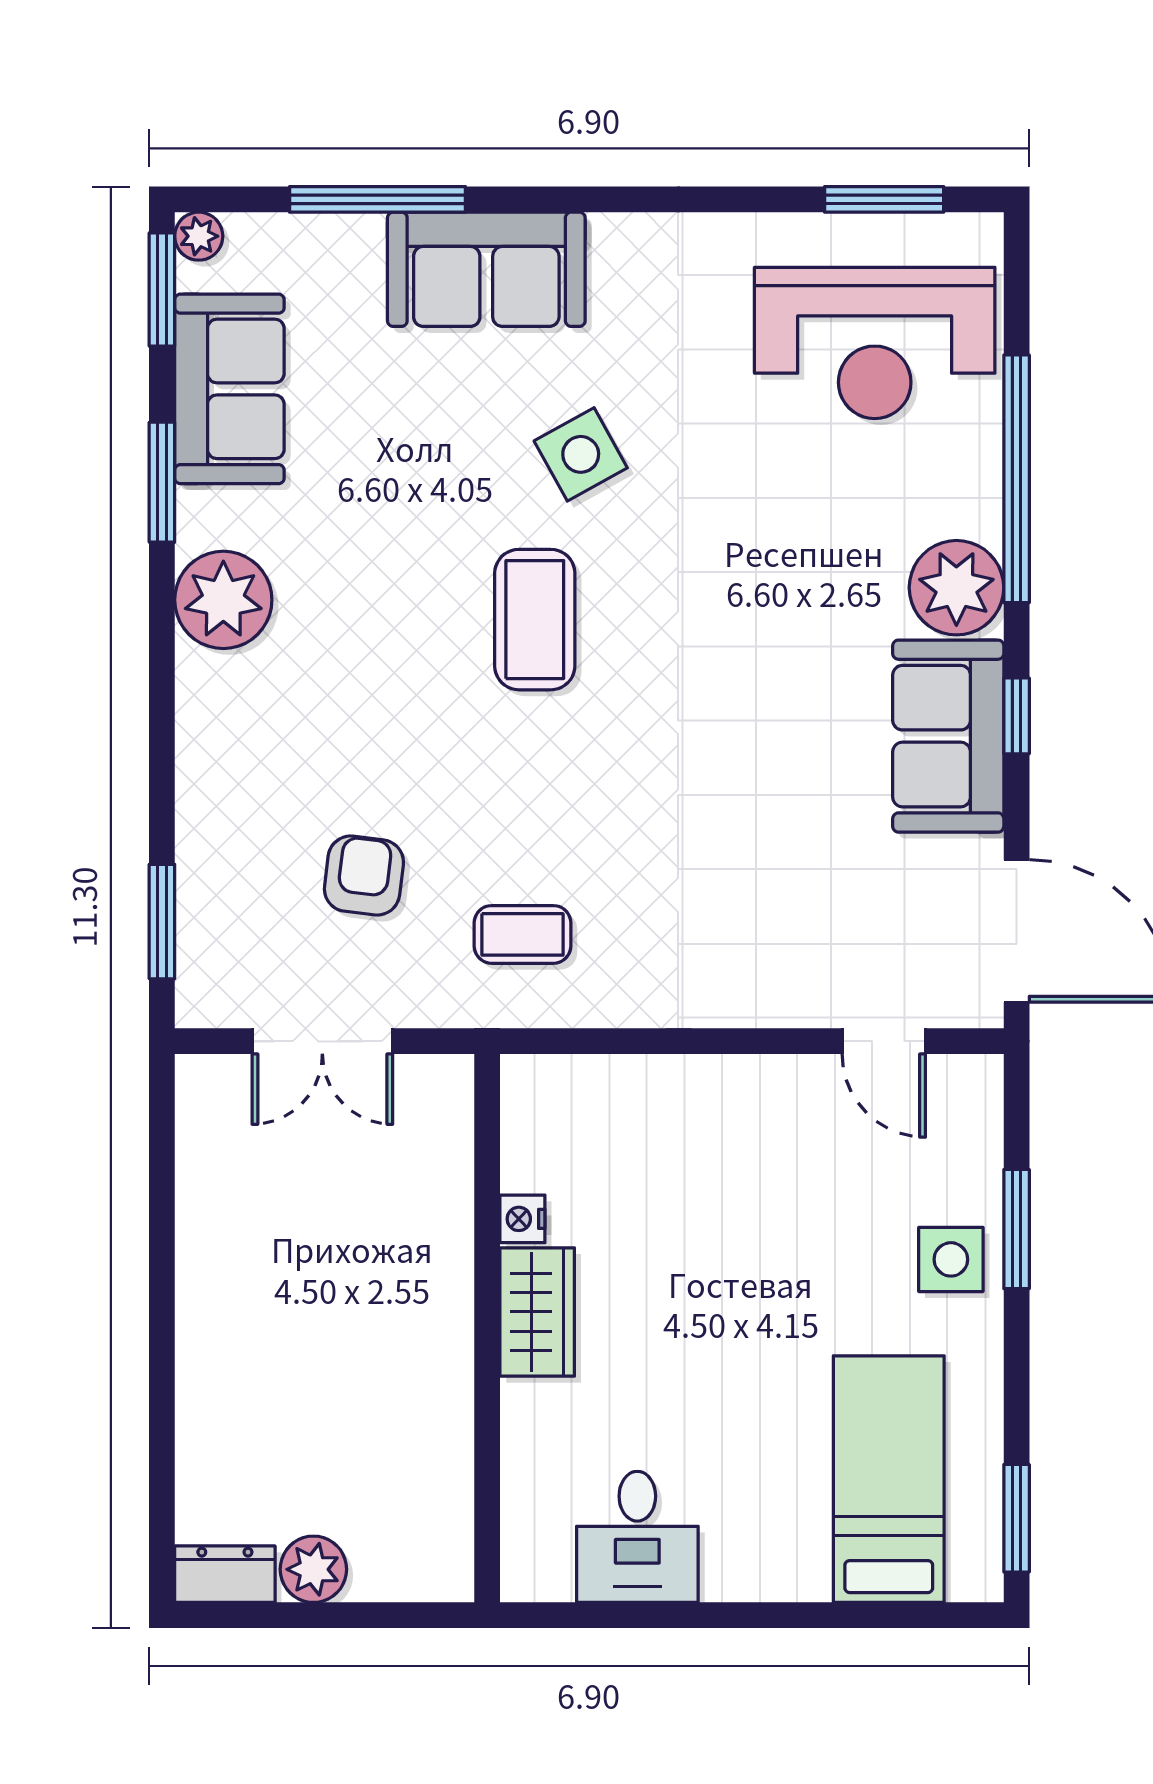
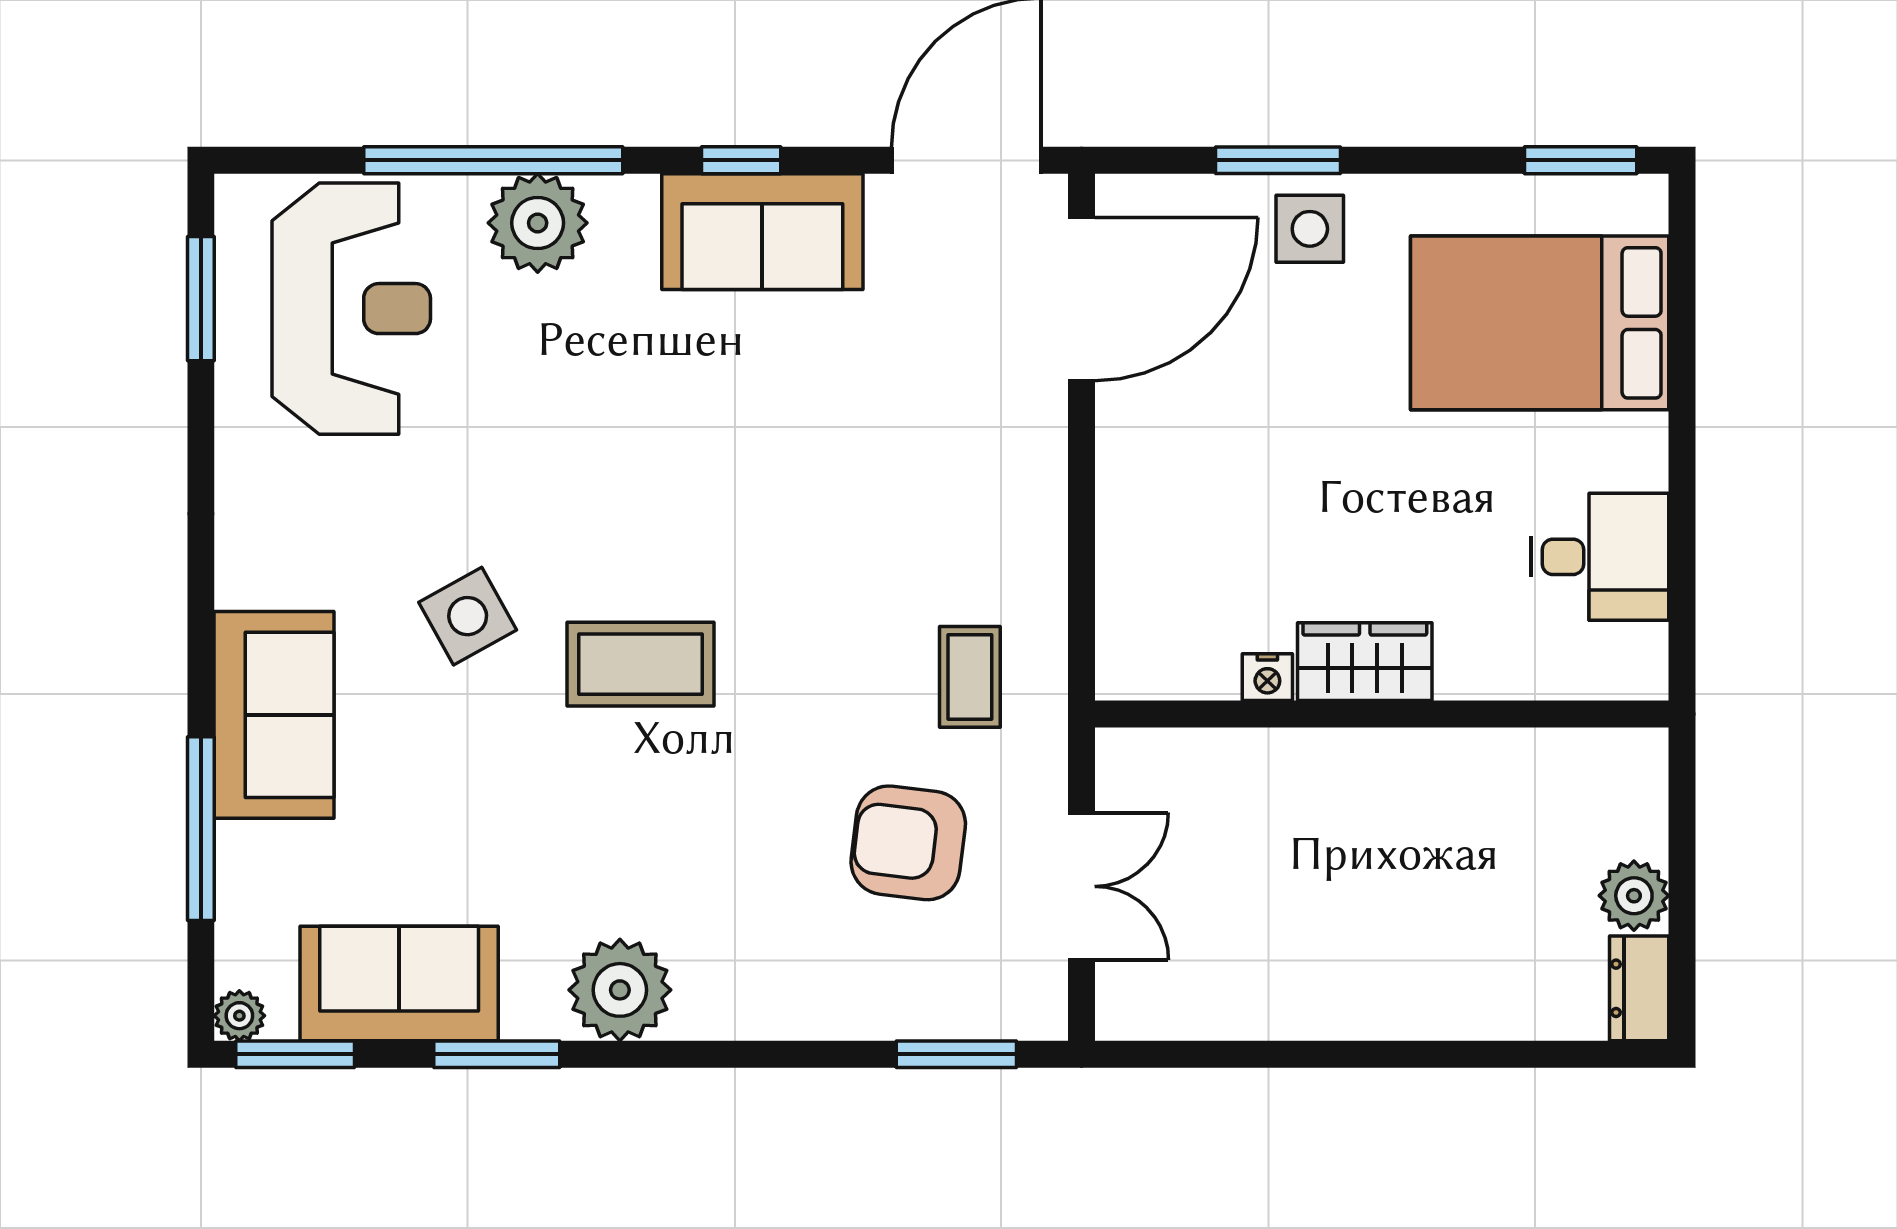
plant: (956, 588) -> (538, 223), moved
armchair: (364, 876) -> (908, 843), width x1.38, depth x1.38
door: (884, 1041) -> (1082, 299), width x1.87
bed: (889, 1479) -> (1540, 323), width x1.50

